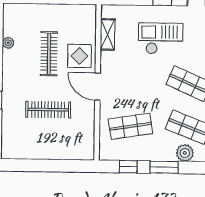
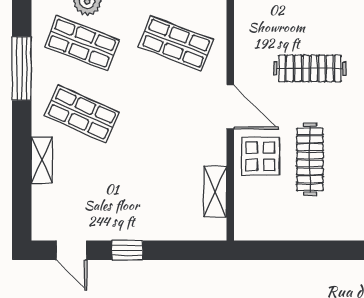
checkout: (161, 38) -> (129, 186), removed
shop shelf: (130, 126) -> (176, 43), turned 30

